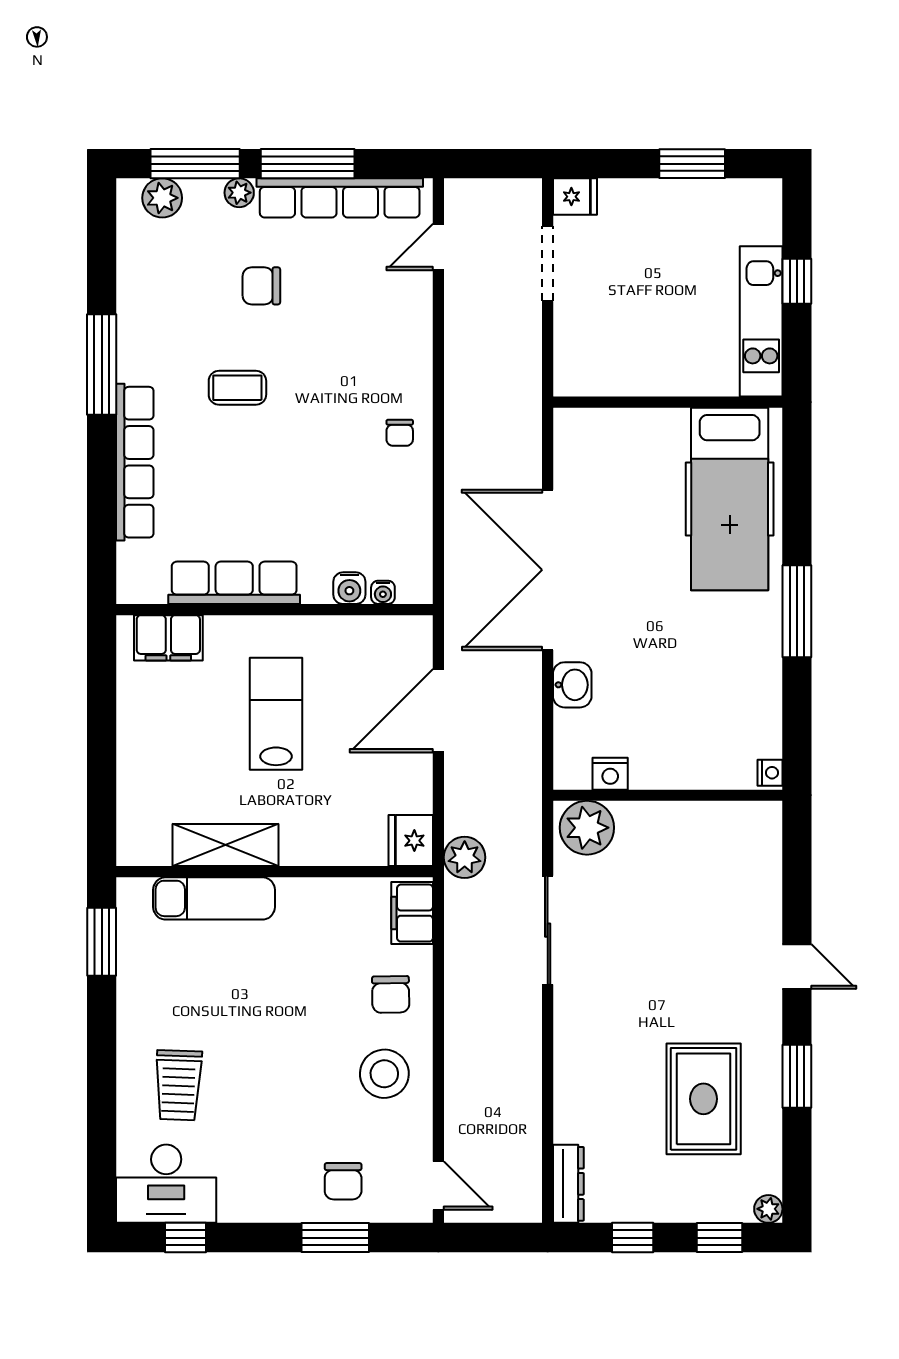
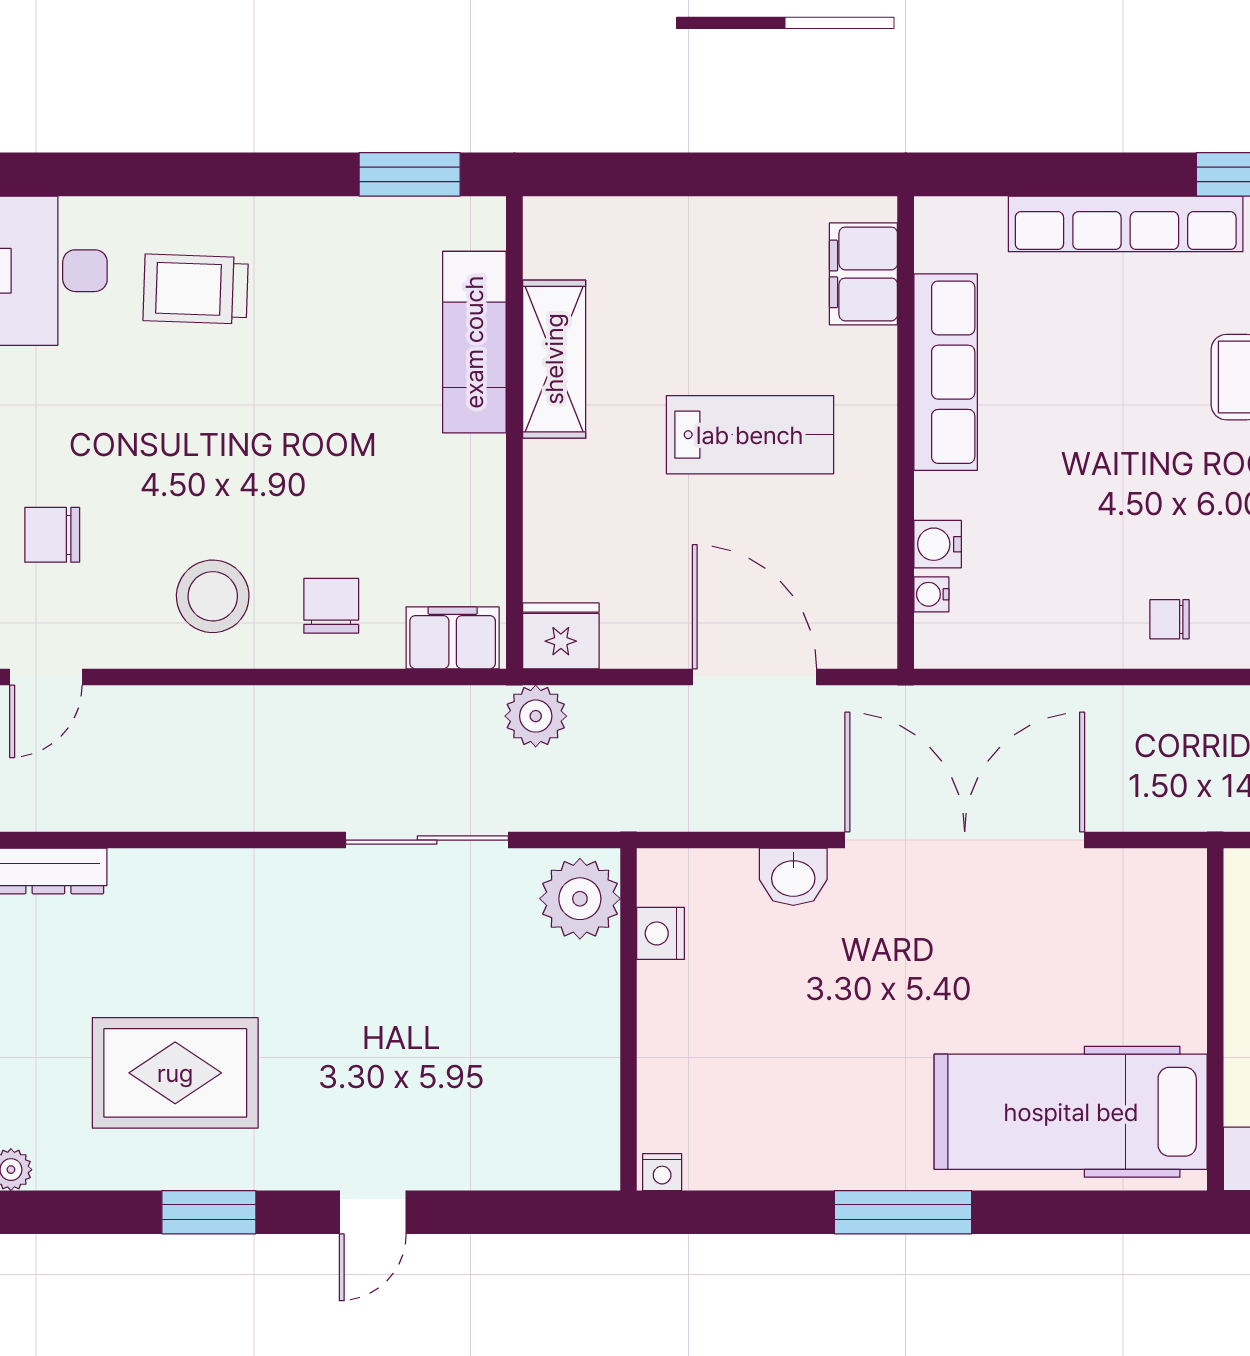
chair: (391, 994) -> (331, 606), turned 91

